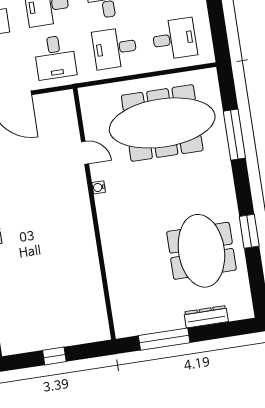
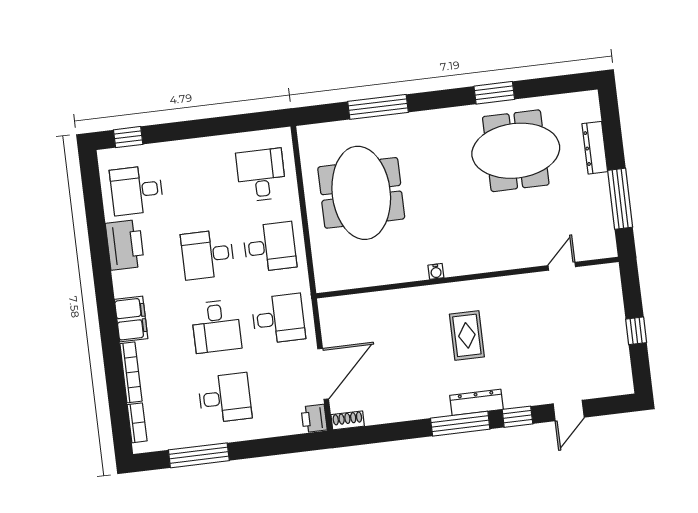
desk: (115, 48) -> (270, 247), turned -90
meeting table: (162, 123) -> (361, 193), width x0.73
door: (85, 153) -> (562, 266), moved
rug: (46, 215) -> (467, 335), added

